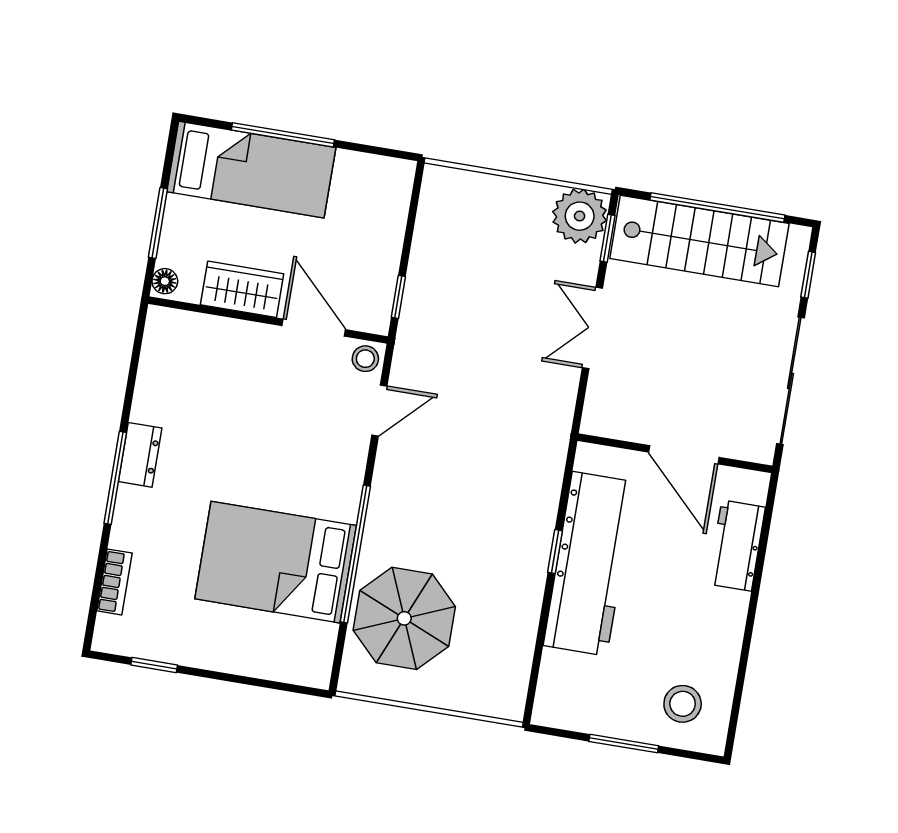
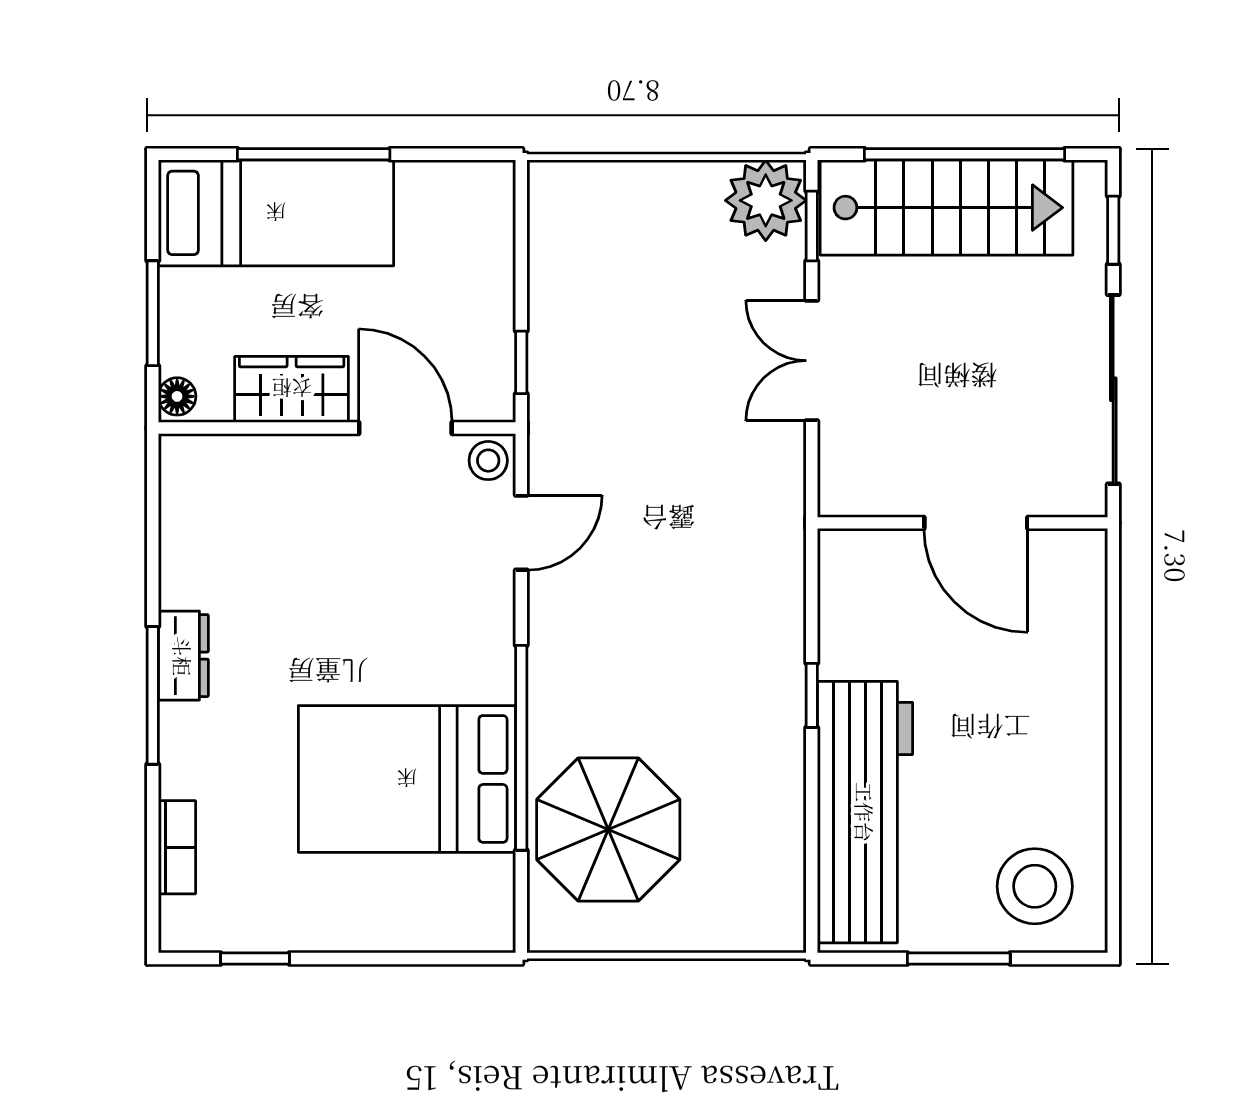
workbench: (737, 546) -> (1075, 642), removed
workbench: (589, 564) -> (865, 812), moved
stool: (683, 704) -> (1035, 886), width x1.38, depth x1.38

